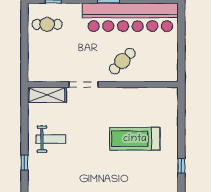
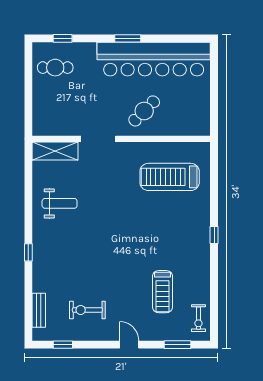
treadmill: (135, 139) -> (170, 177), moved
window: (24, 163) -> (28, 252), moved

